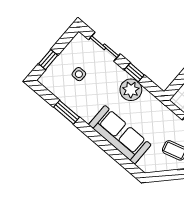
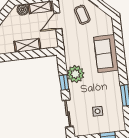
sofa: (120, 135) -> (106, 54), width x0.73

